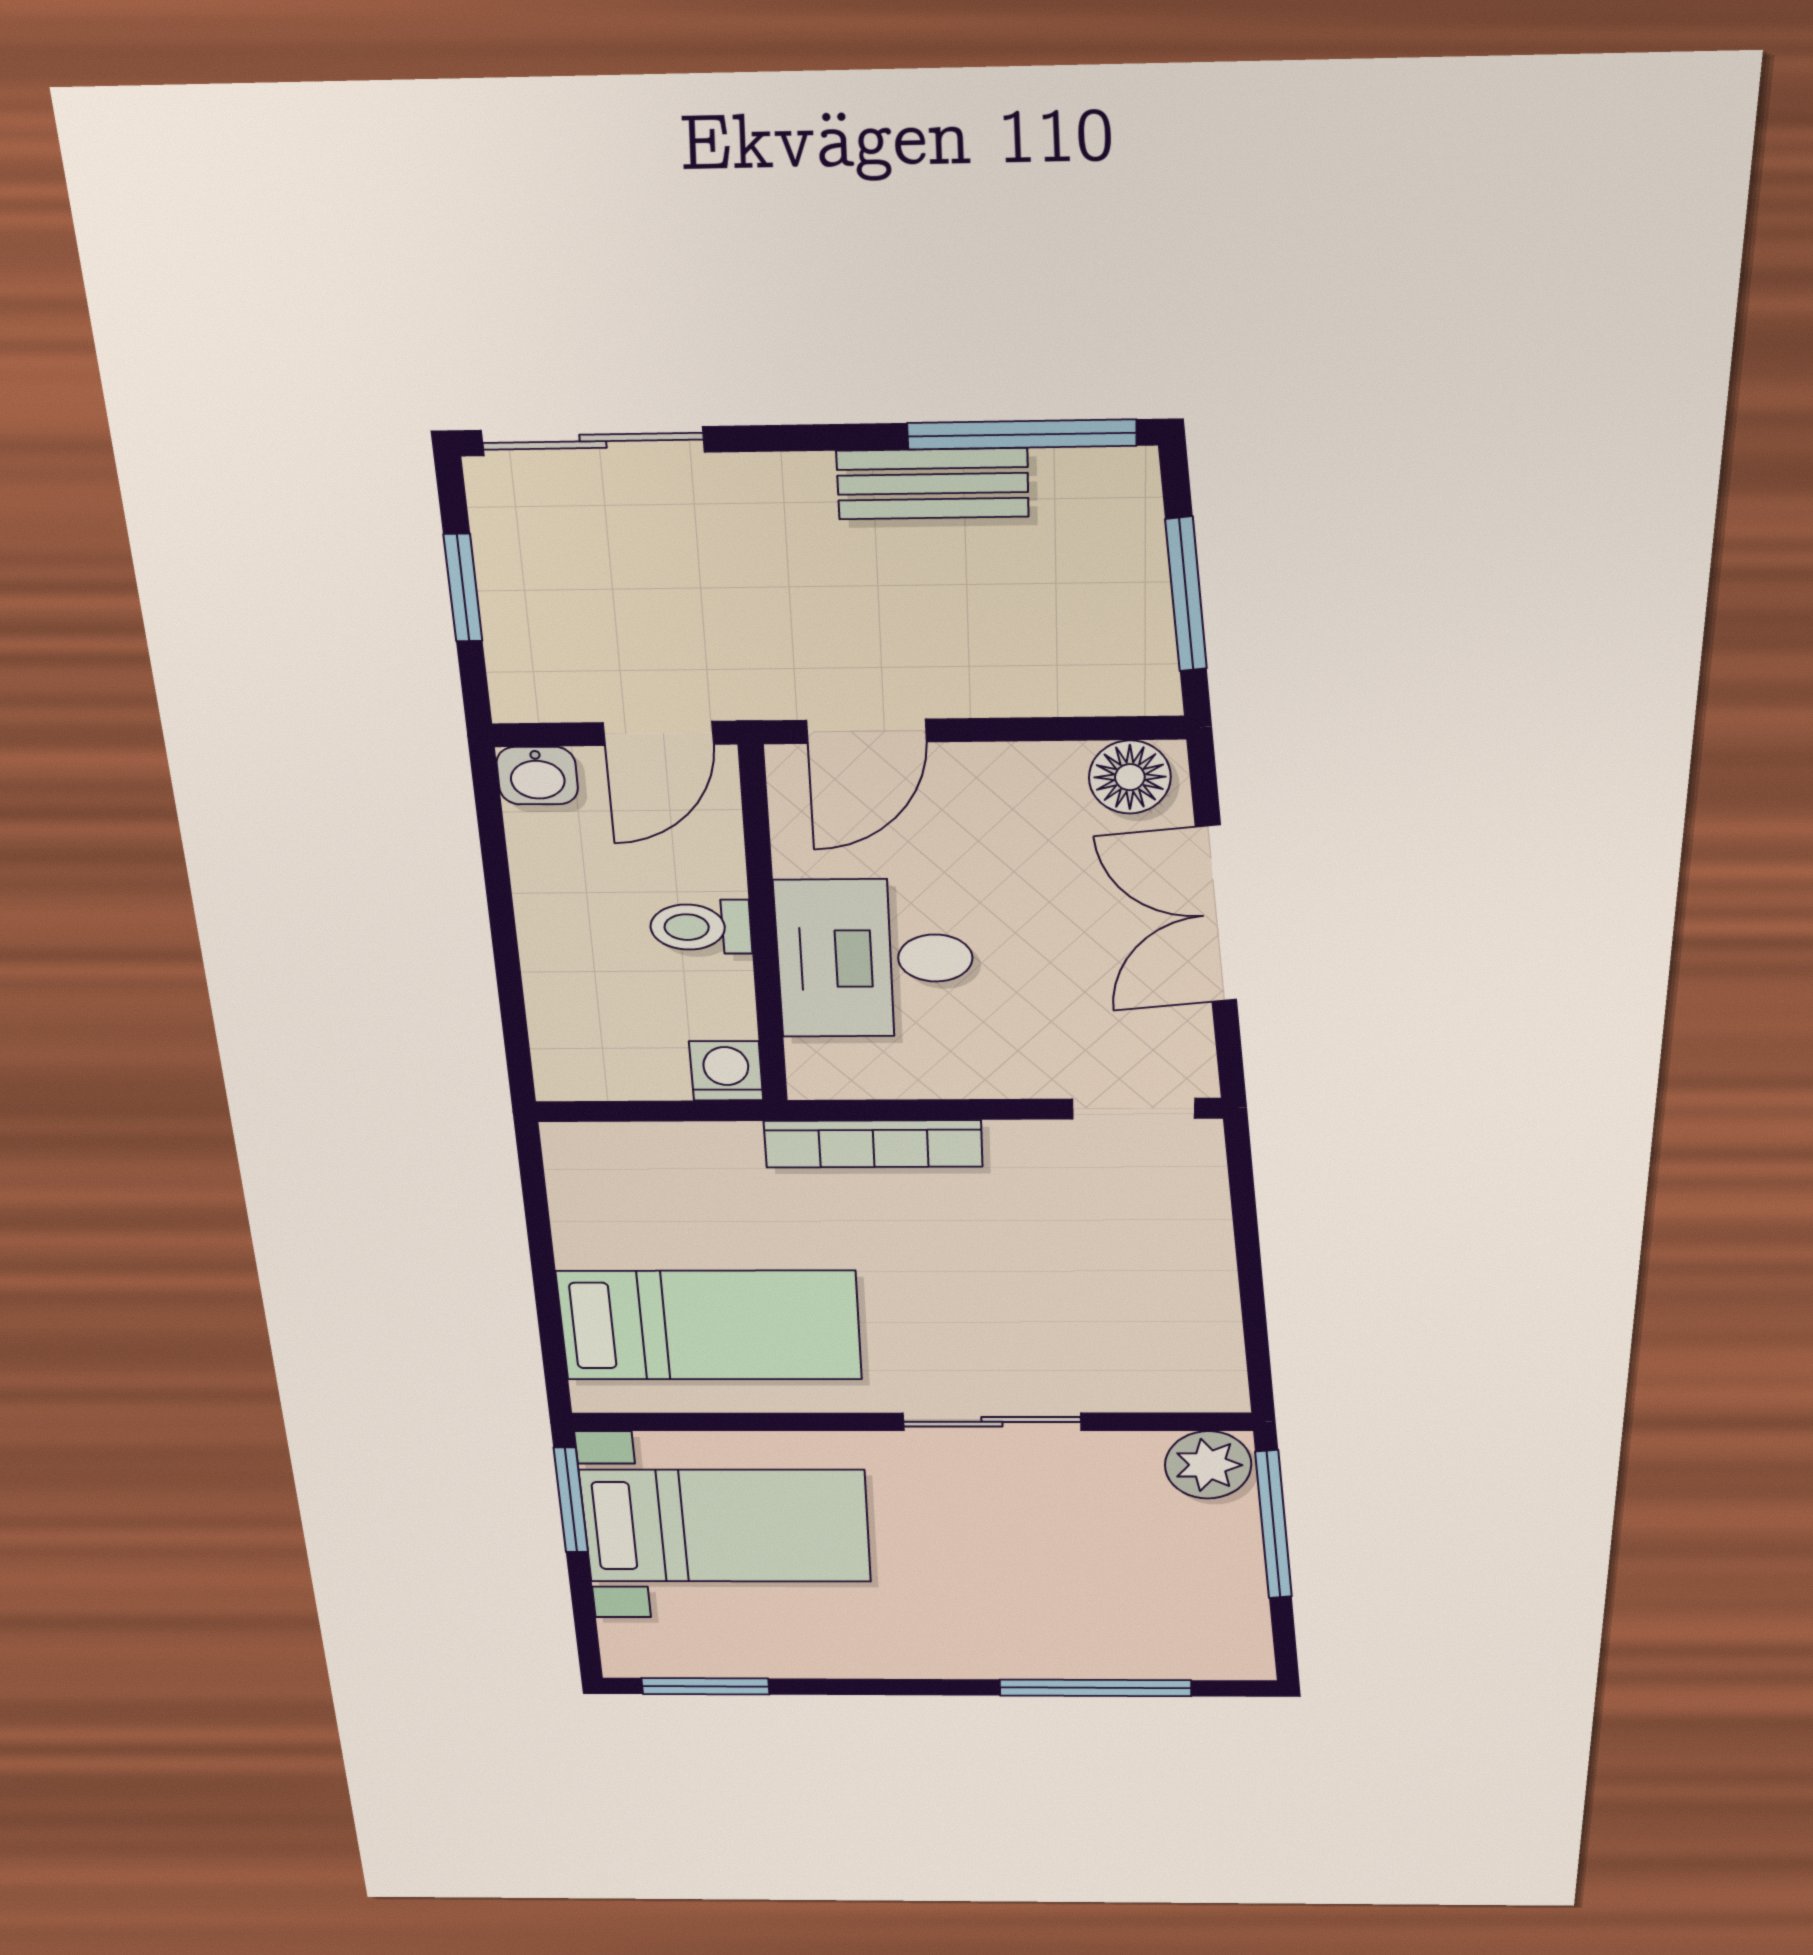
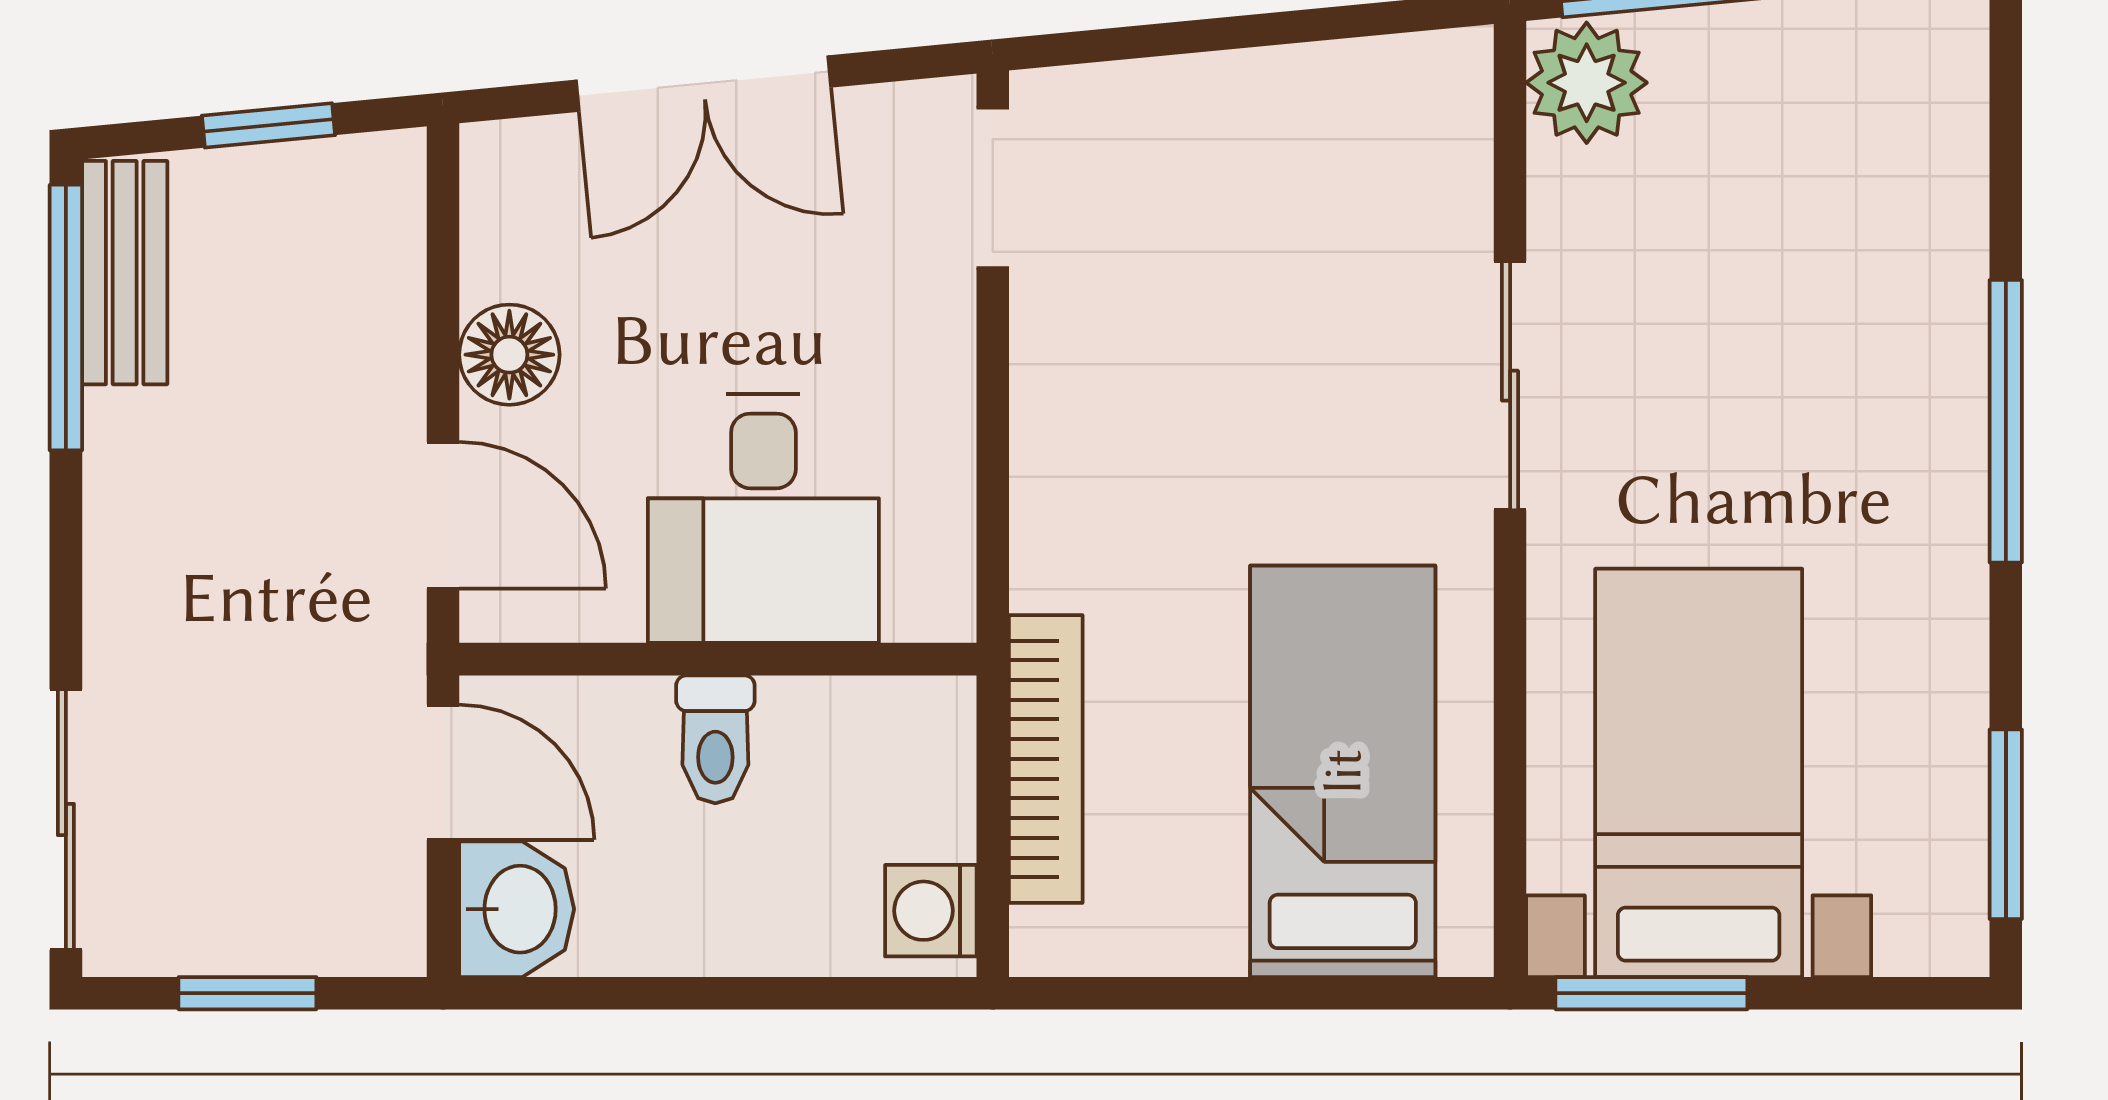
bench: (933, 484) -> (125, 273), moved
window: (1186, 595) -> (268, 125), width x0.67
washbasin: (537, 776) -> (517, 909), width x1.38, depth x1.45
floor lamp: (1130, 777) -> (509, 355), moved
washing machine: (726, 1071) -> (931, 911), moved
bookcase: (873, 1144) -> (1046, 759), moved
window: (1095, 1688) -> (2006, 421), moved

